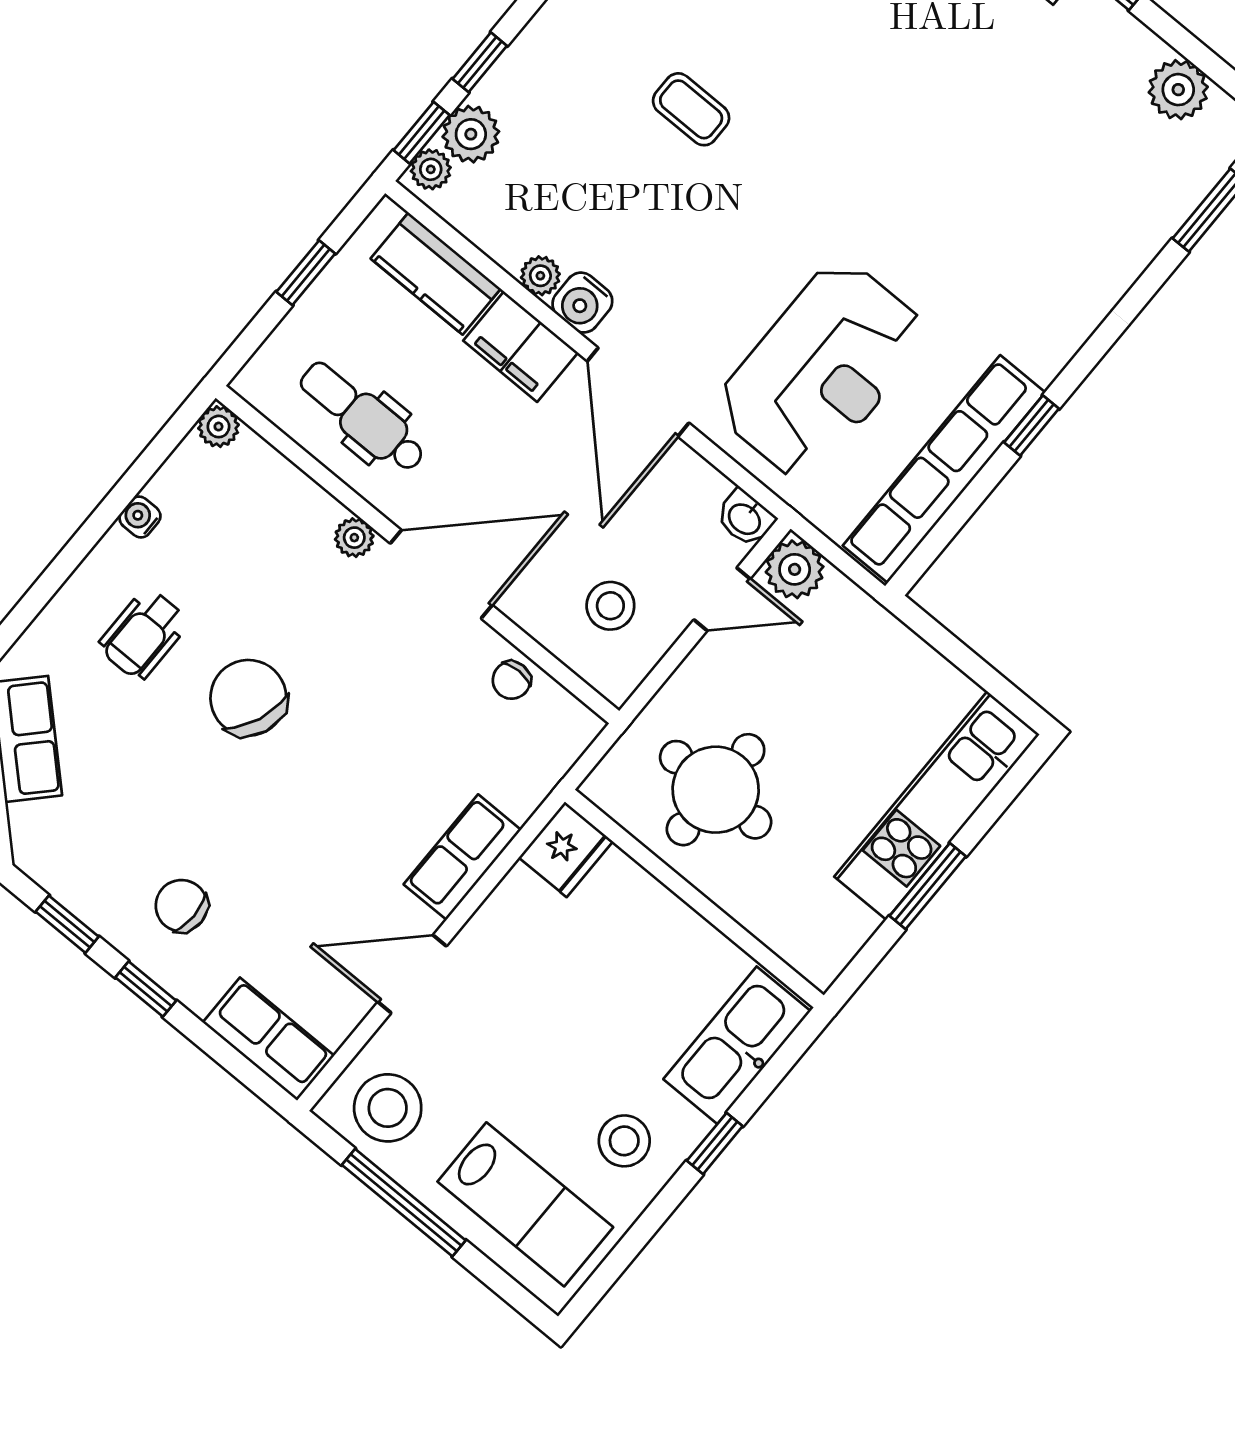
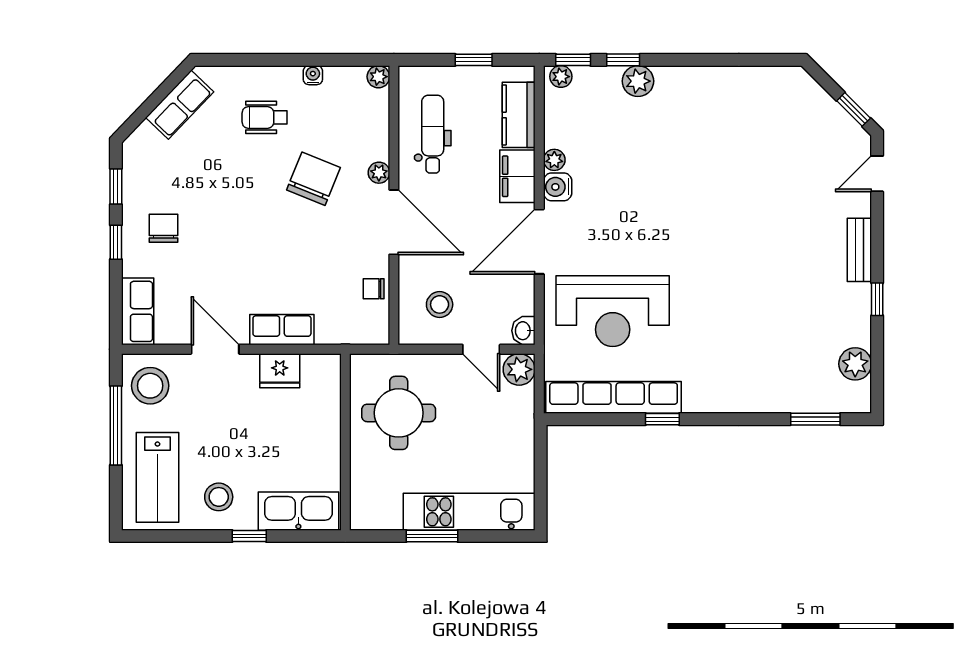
coffee table: (691, 109) -> (677, 165), removed
plant: (471, 134) -> (638, 81), moved
chair: (248, 698) -> (313, 179), moved
fridge: (566, 849) -> (280, 371), moved

